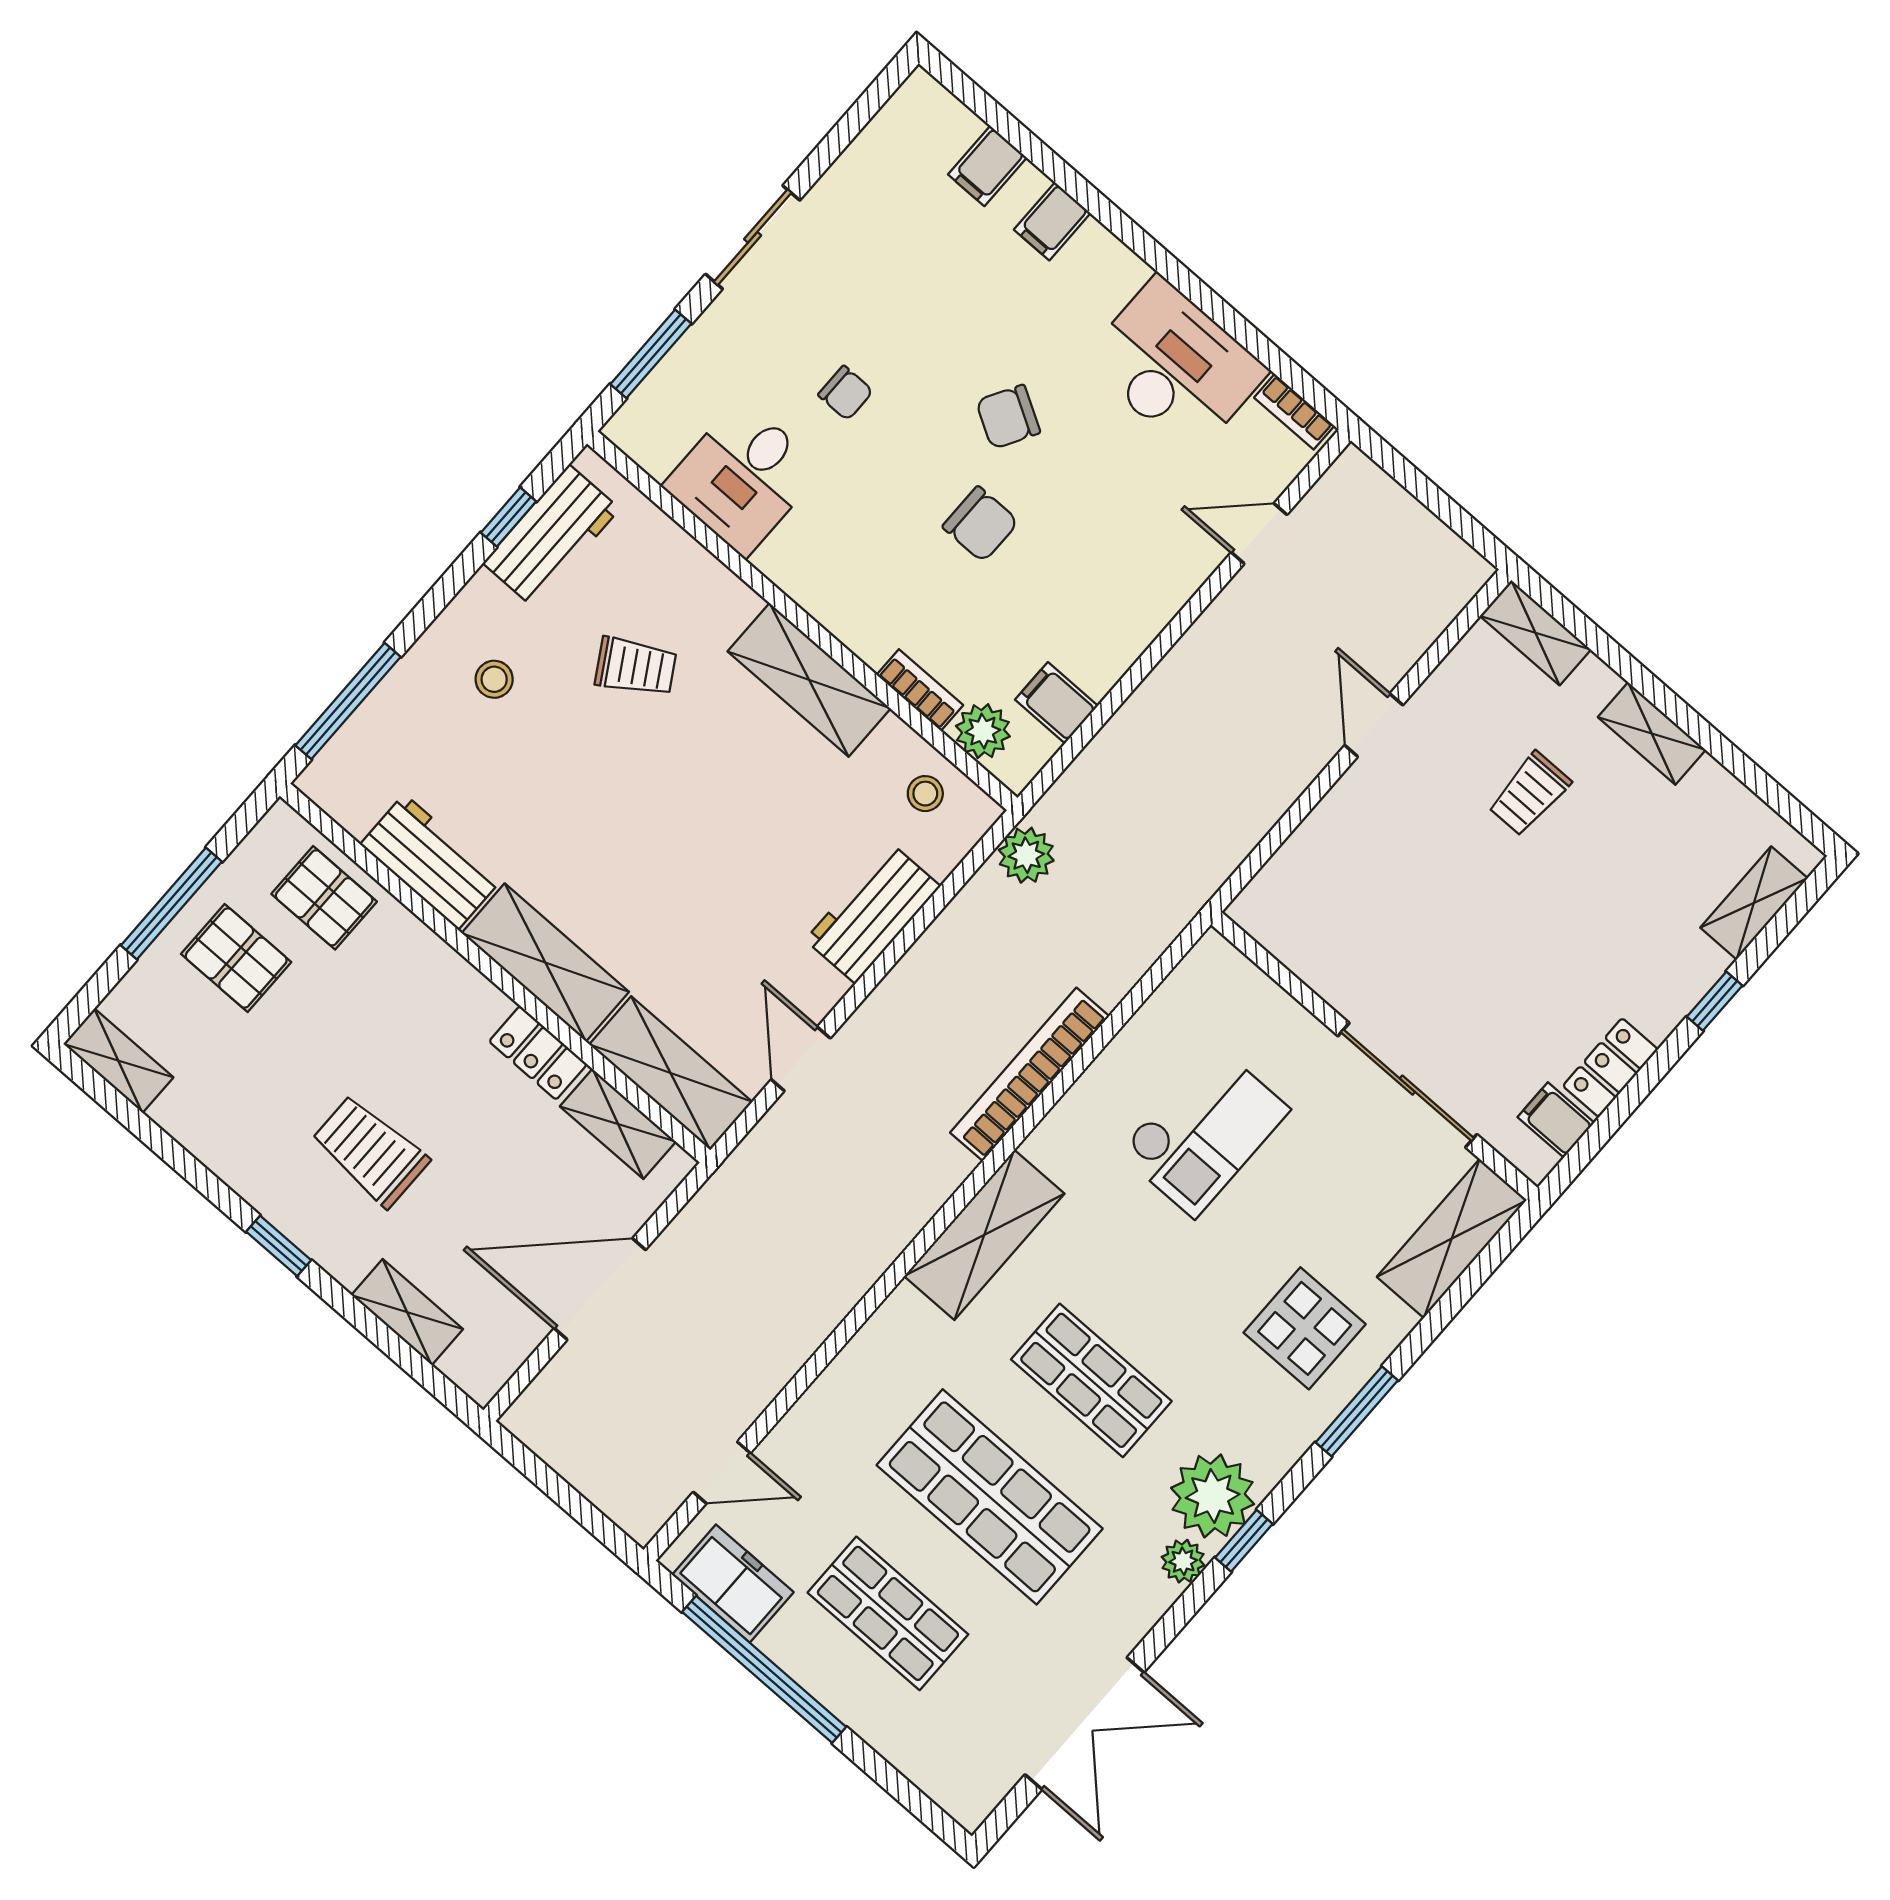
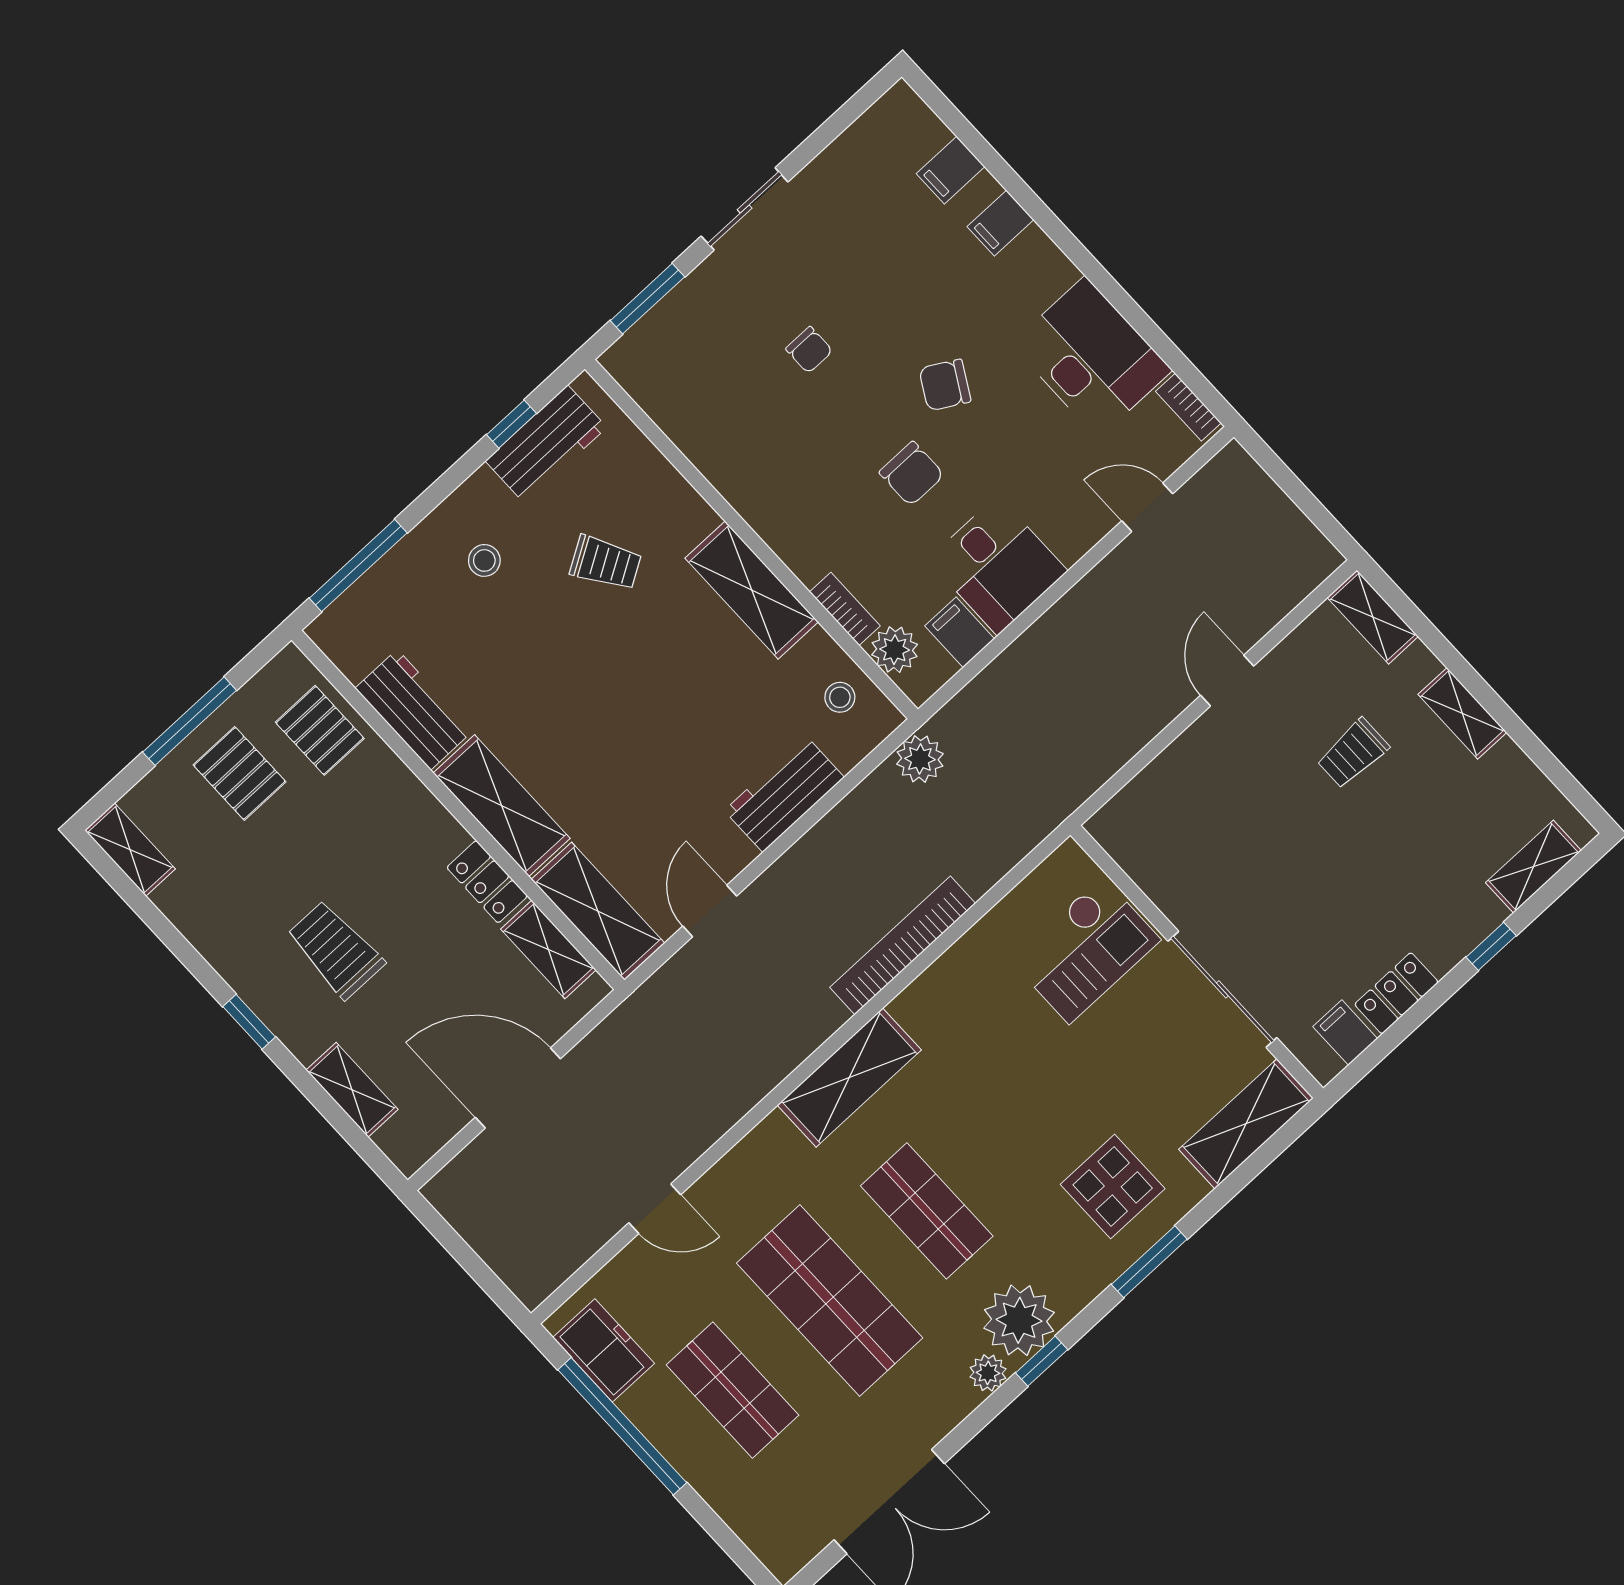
desk: (743, 477) -> (998, 565), moved, turned -90
checkout: (1204, 1131) -> (1085, 950), moved
door: (722, 1473) -> (655, 1209), moved

